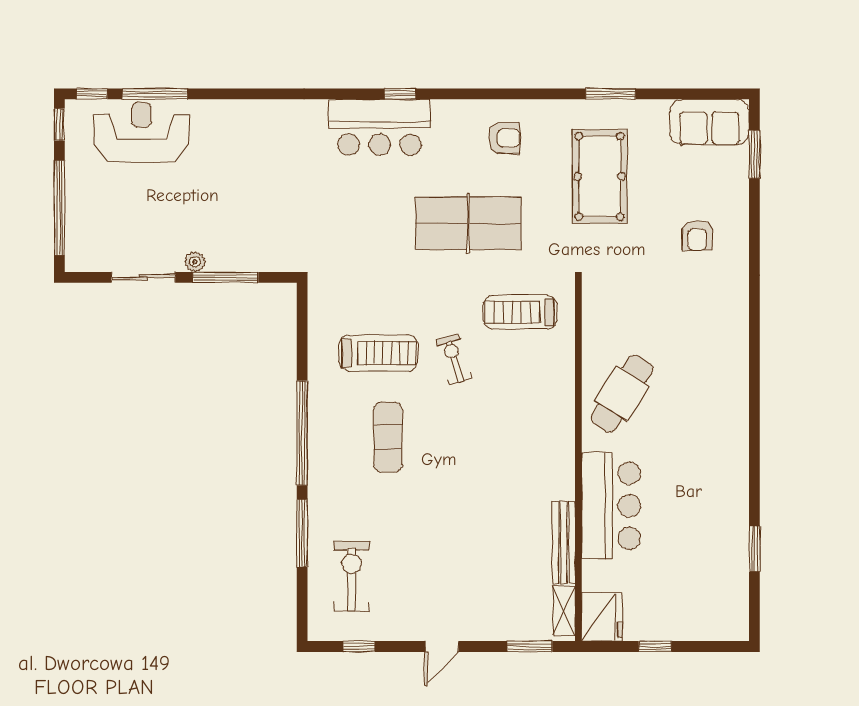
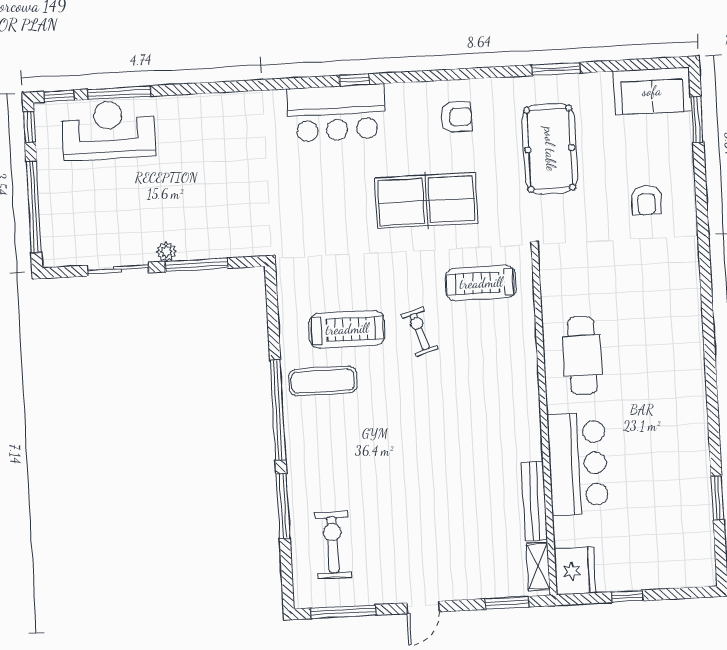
cafe table: (622, 393) -> (582, 356), turned -33
exercise mat: (388, 437) -> (323, 381), moved, turned 90
window: (359, 646) -> (343, 612), width x2.17

